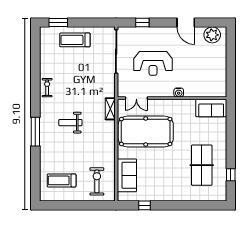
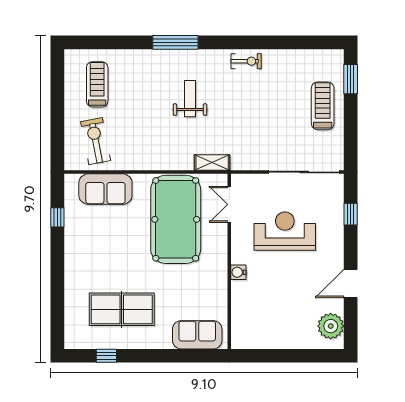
reception desk: (153, 63) -> (285, 231), turned 90
sofa: (211, 108) -> (197, 335), moved, turned 90
exercise bike: (97, 181) -> (96, 141), turned -101

